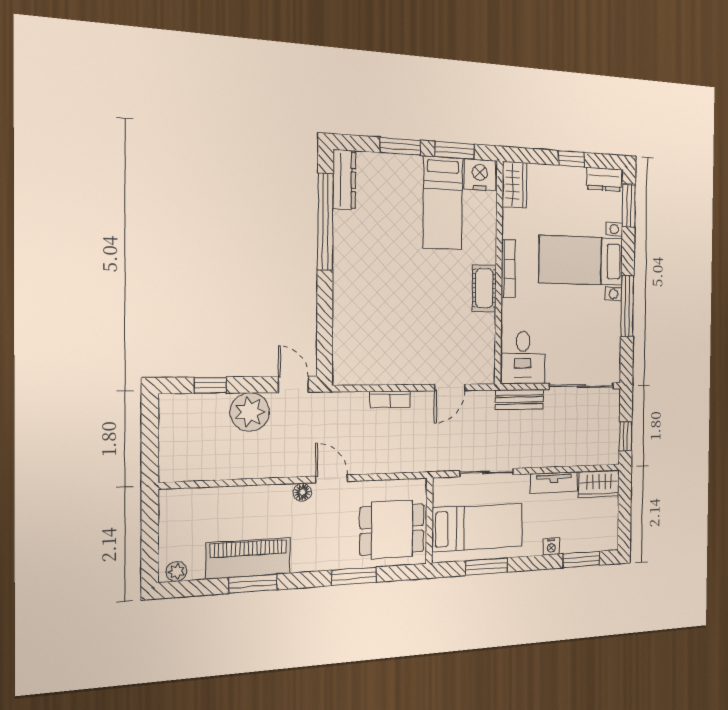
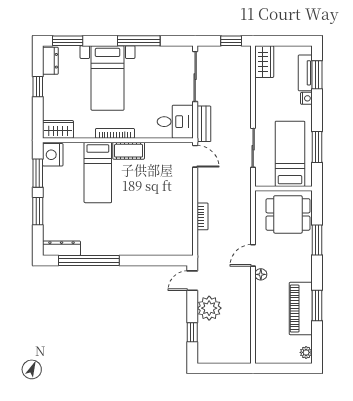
bed: (443, 203) -> (98, 172), moved, turned 90
door: (450, 387) -> (195, 156), moved
tv unit: (554, 482) -> (305, 73), moved, turned 180
dining table: (392, 529) -> (288, 214), turned 90

